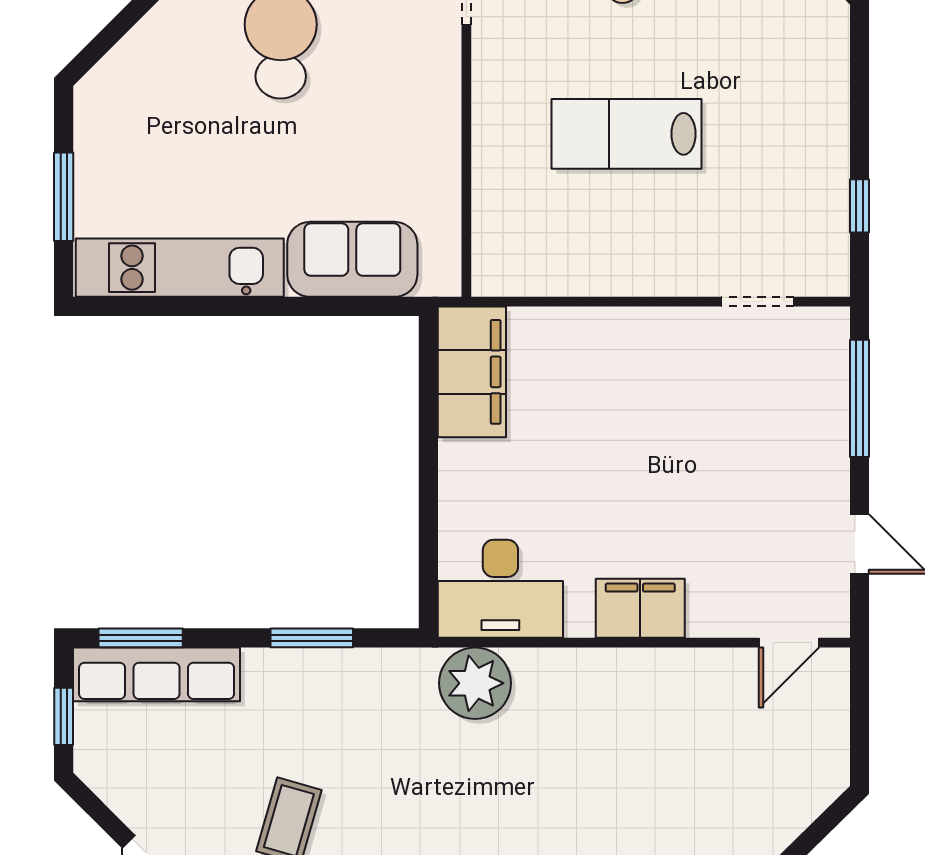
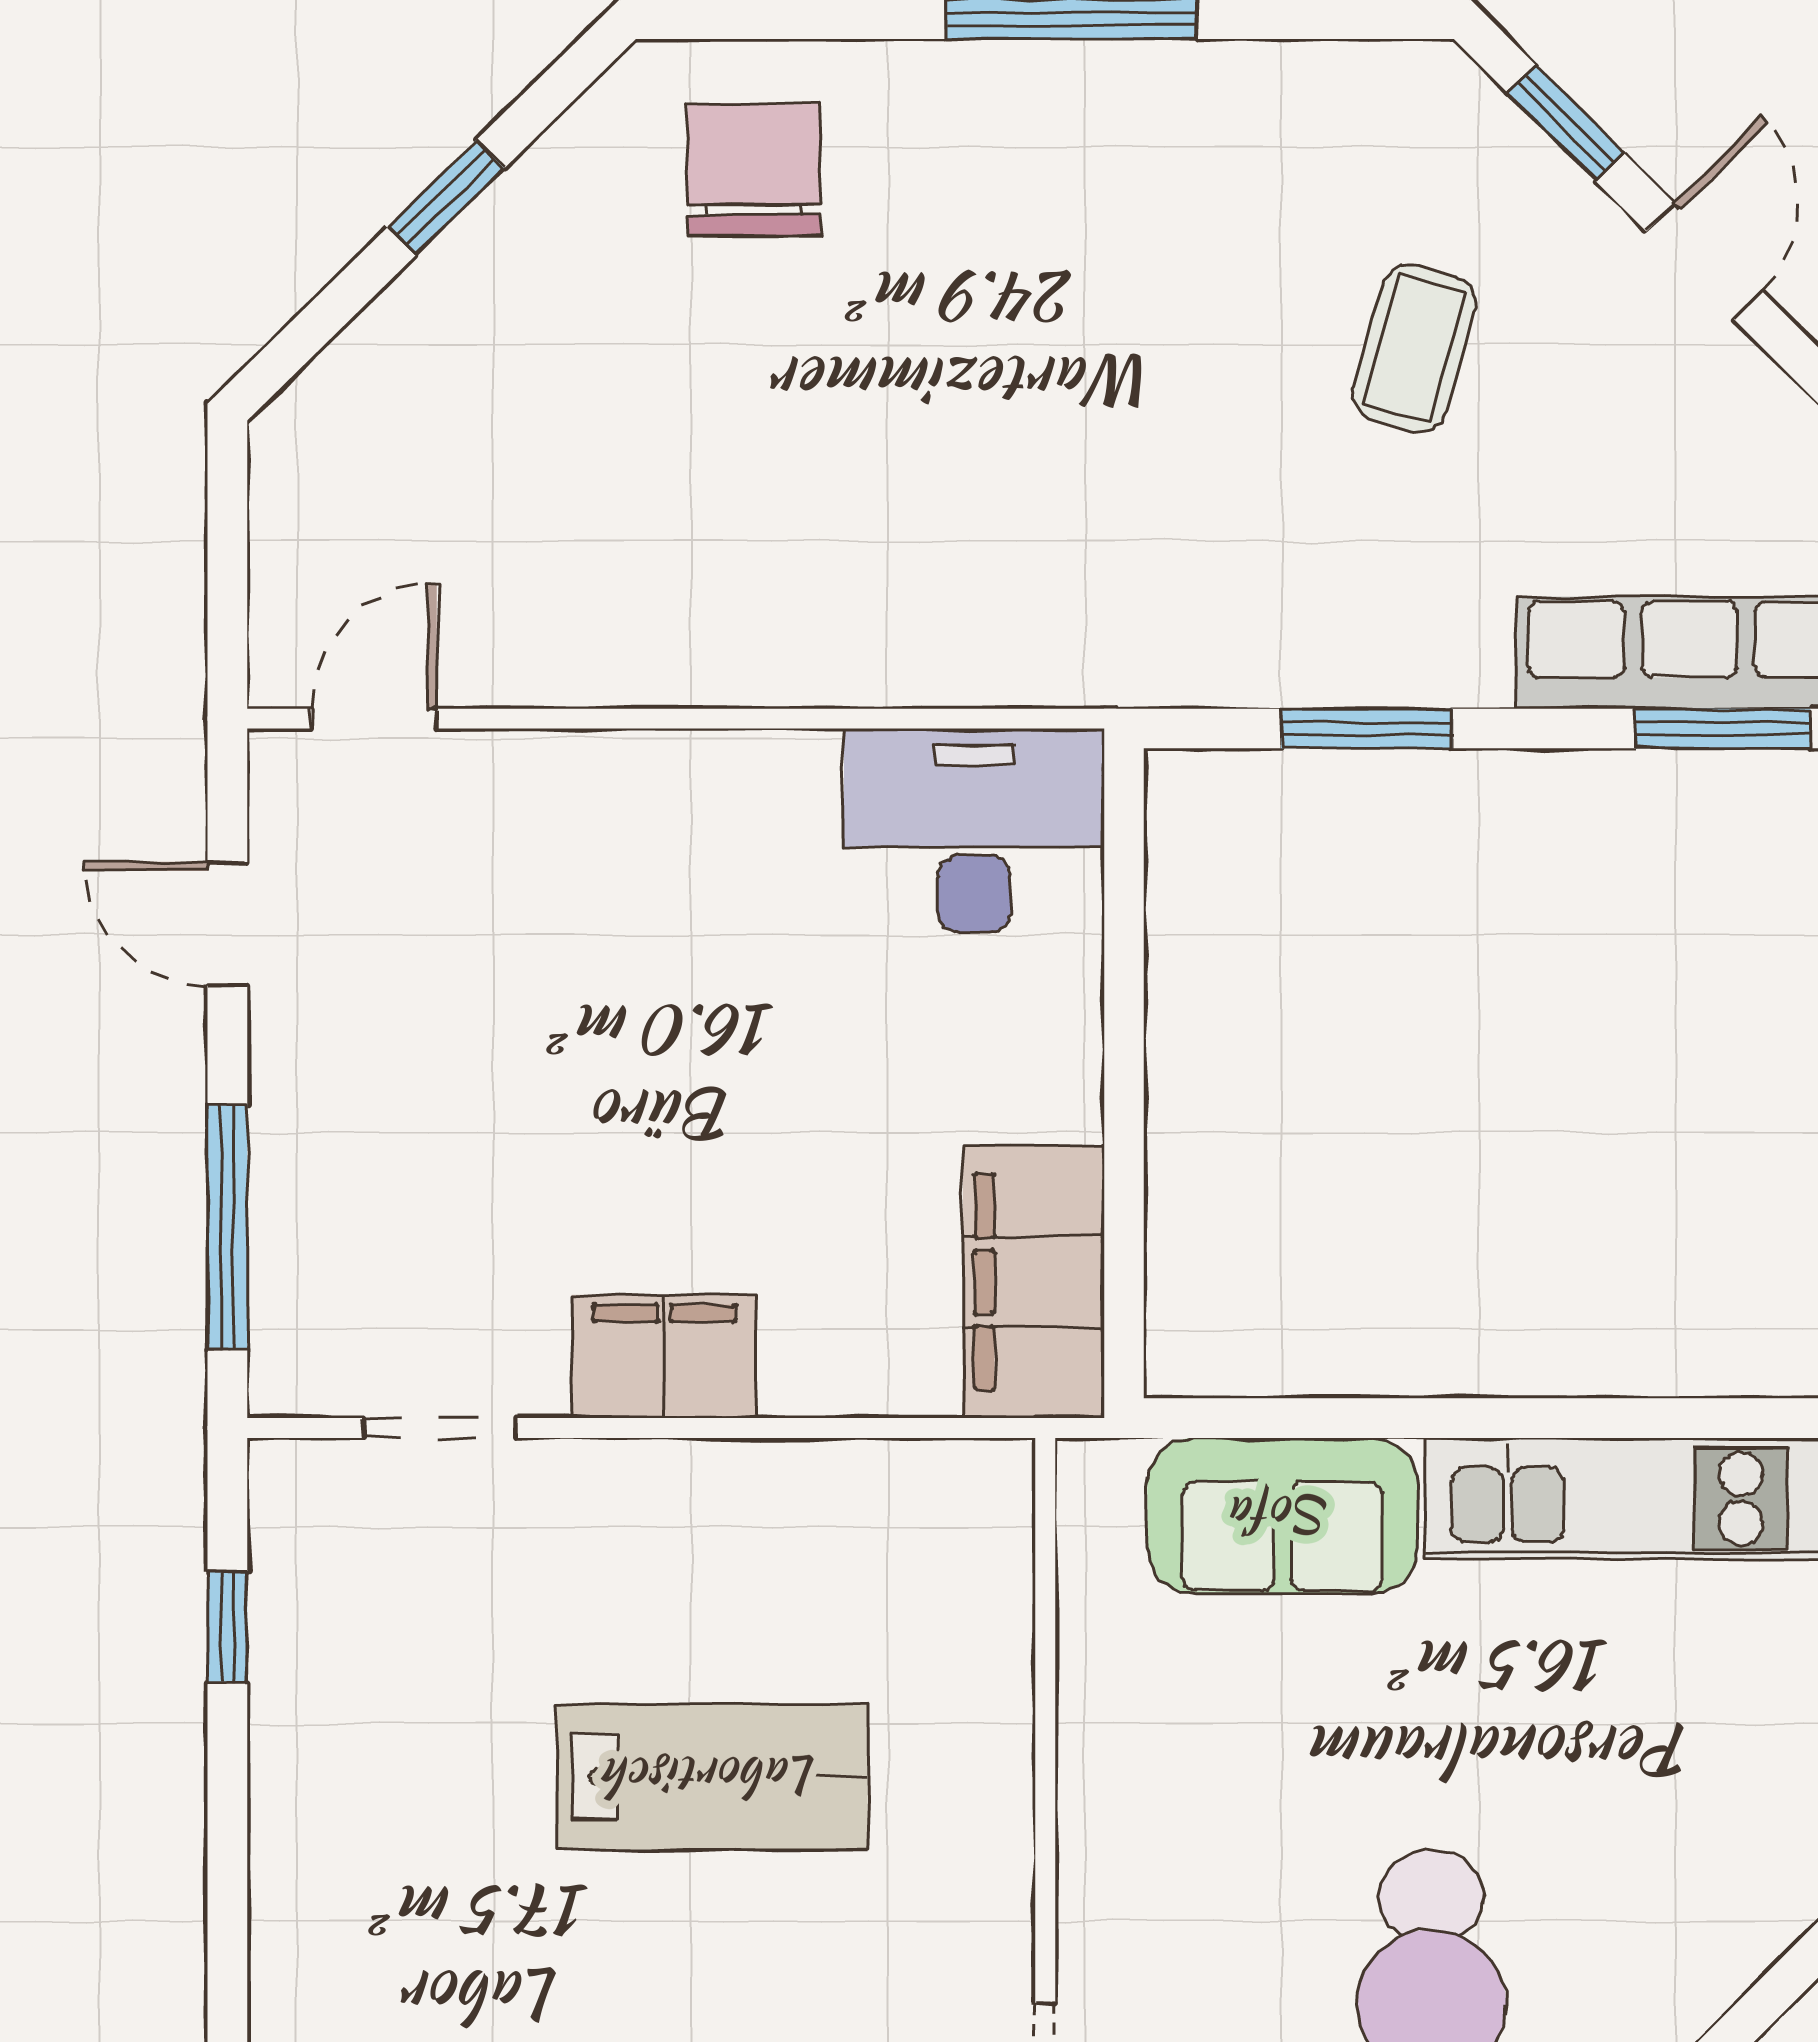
filing cabinet: (640, 608) -> (664, 1357), moved, turned 180
plant: (475, 683) -> (1027, 634), removed

